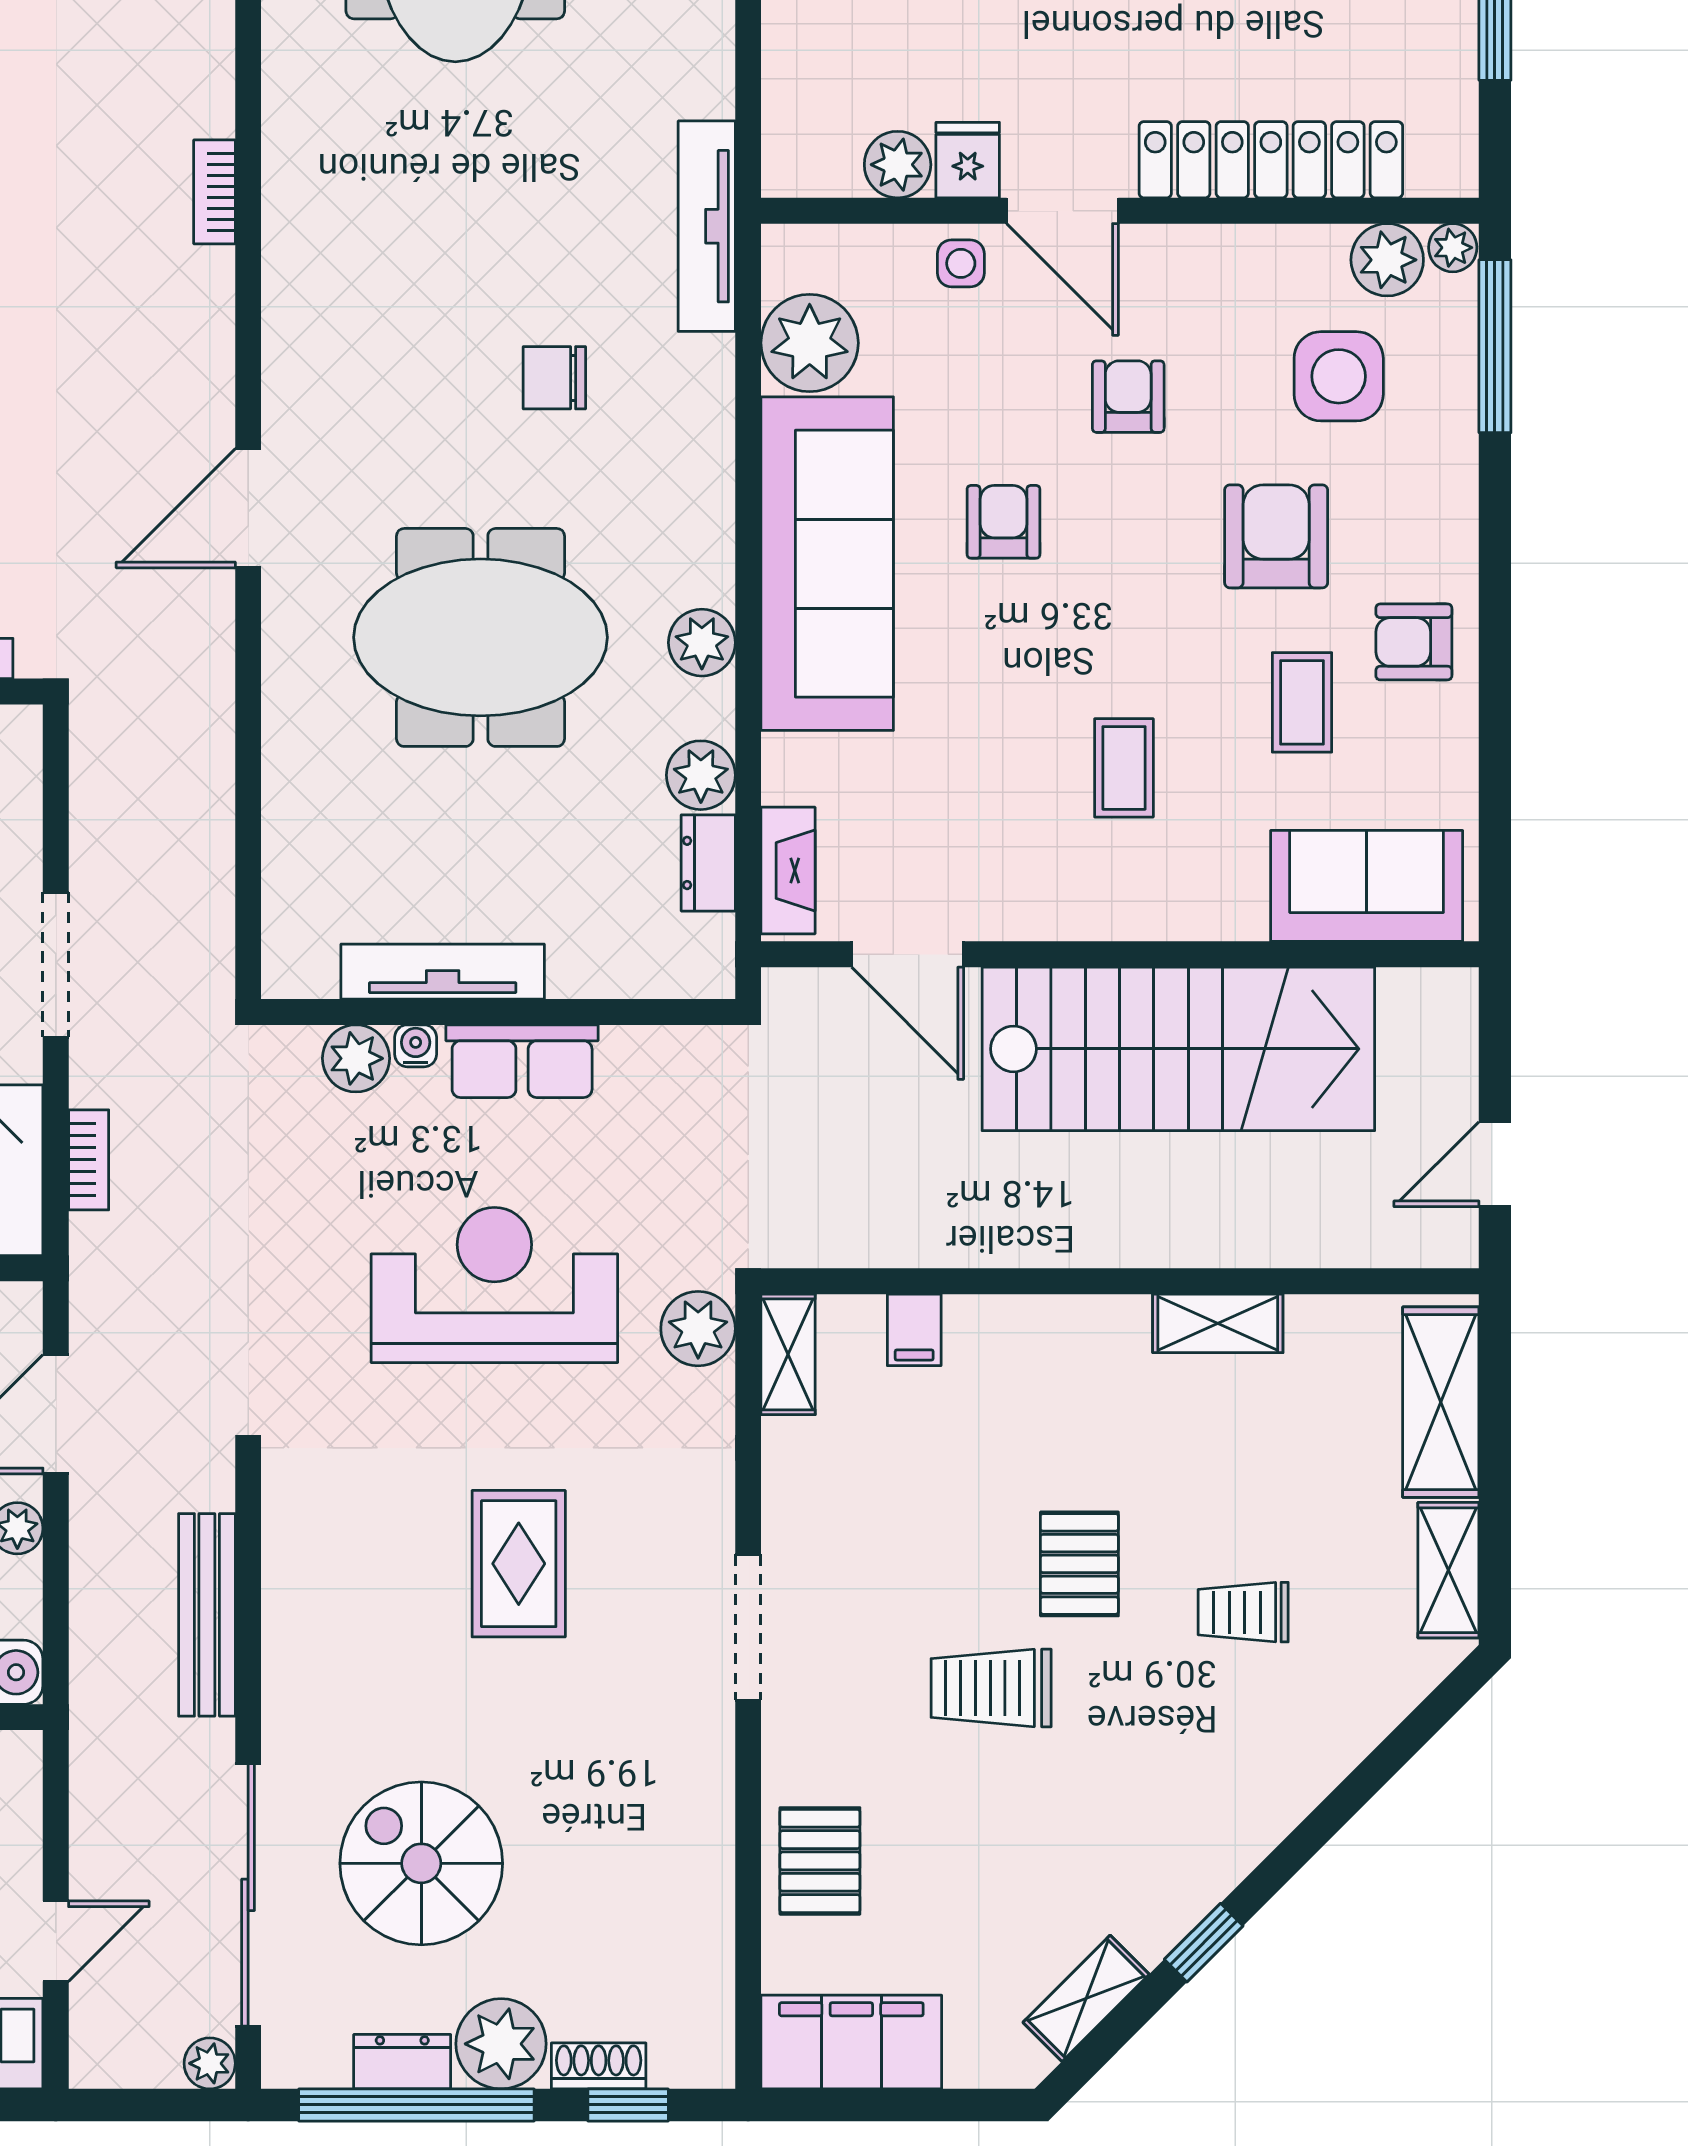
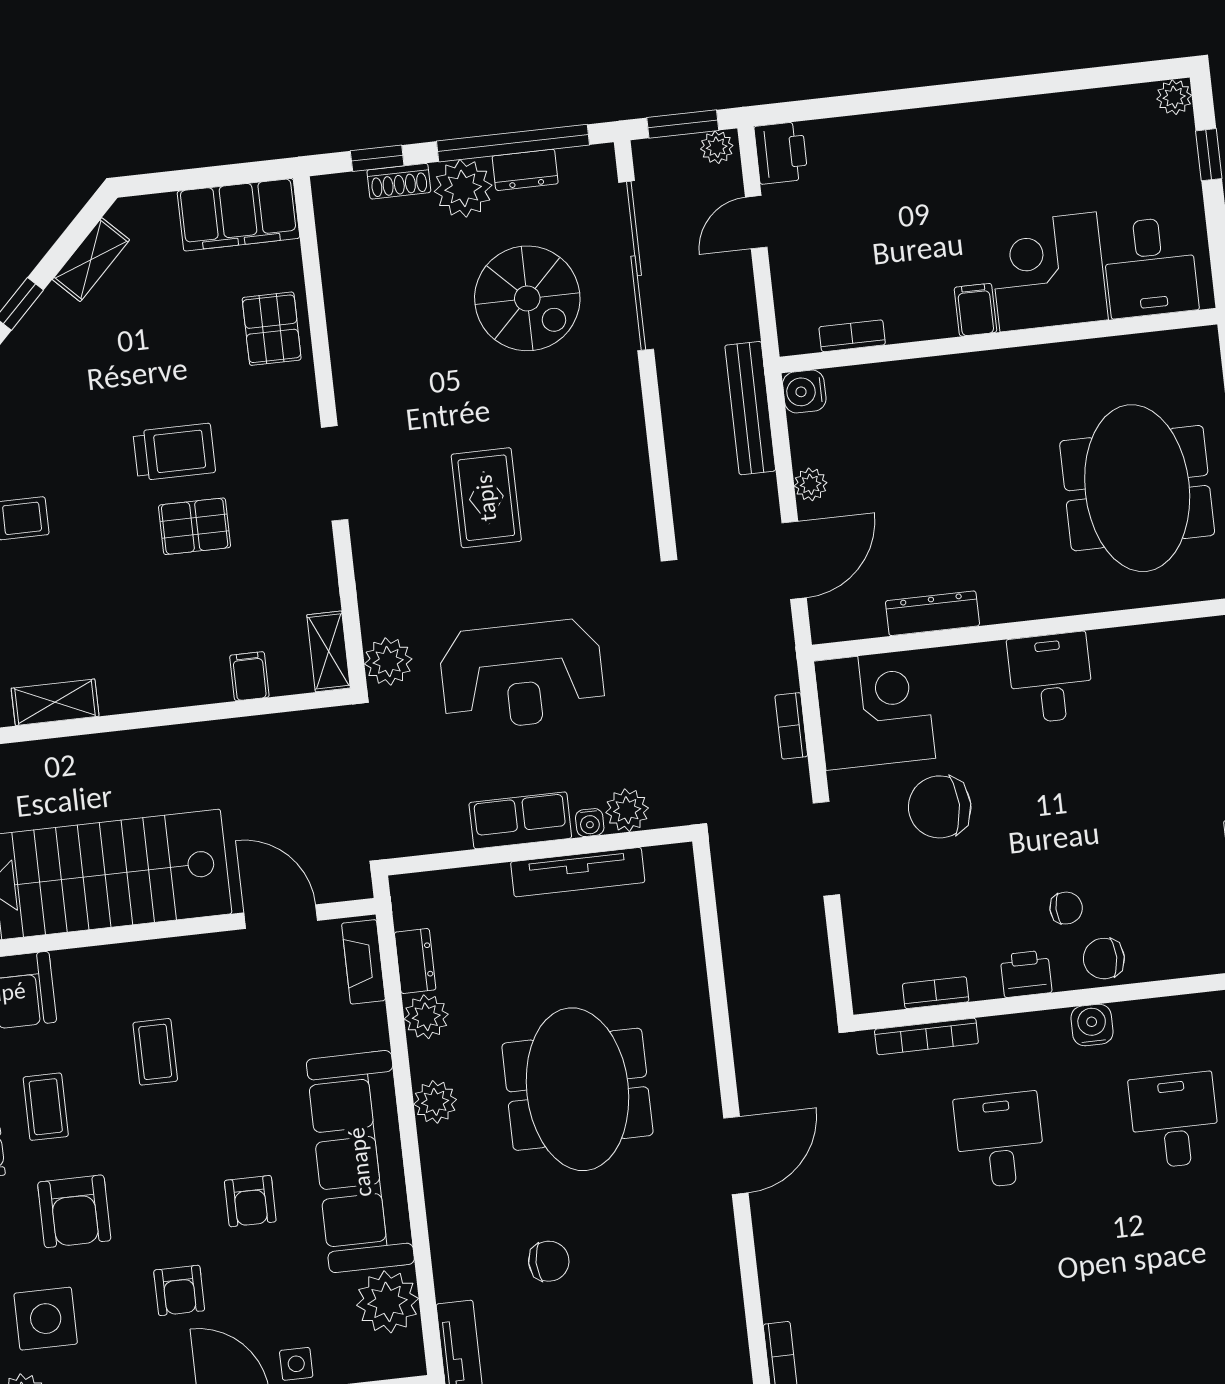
meeting table: (481, 637) -> (577, 1089), turned 90
pallet: (1079, 1564) -> (195, 526), moved, turned 90
bench: (207, 1615) -> (750, 408), moved
plant: (210, 2063) -> (717, 147), moved
window: (152, 2105) -> (683, 124), added

